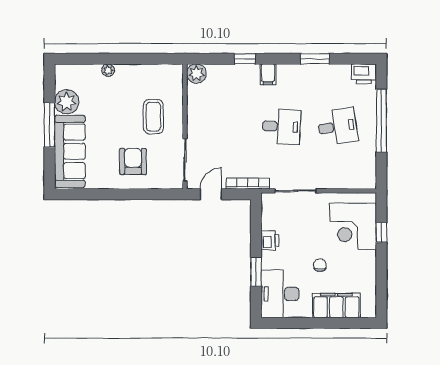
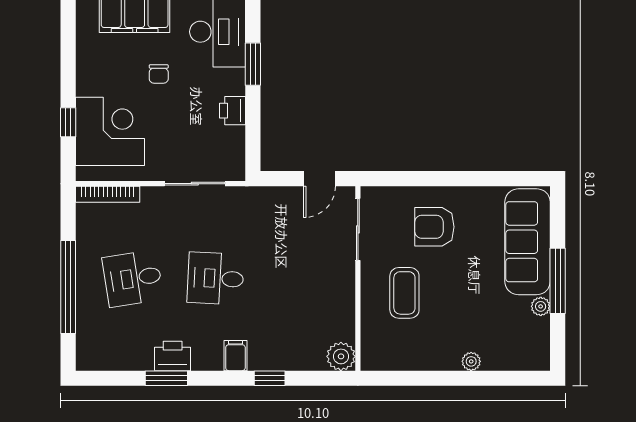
printer: (364, 74) -> (173, 356), moved
plant: (67, 102) -> (541, 306), width x0.53, depth x0.53
armchair: (133, 162) -> (434, 227), turned 90
bookcase: (248, 184) -> (108, 194), moved

